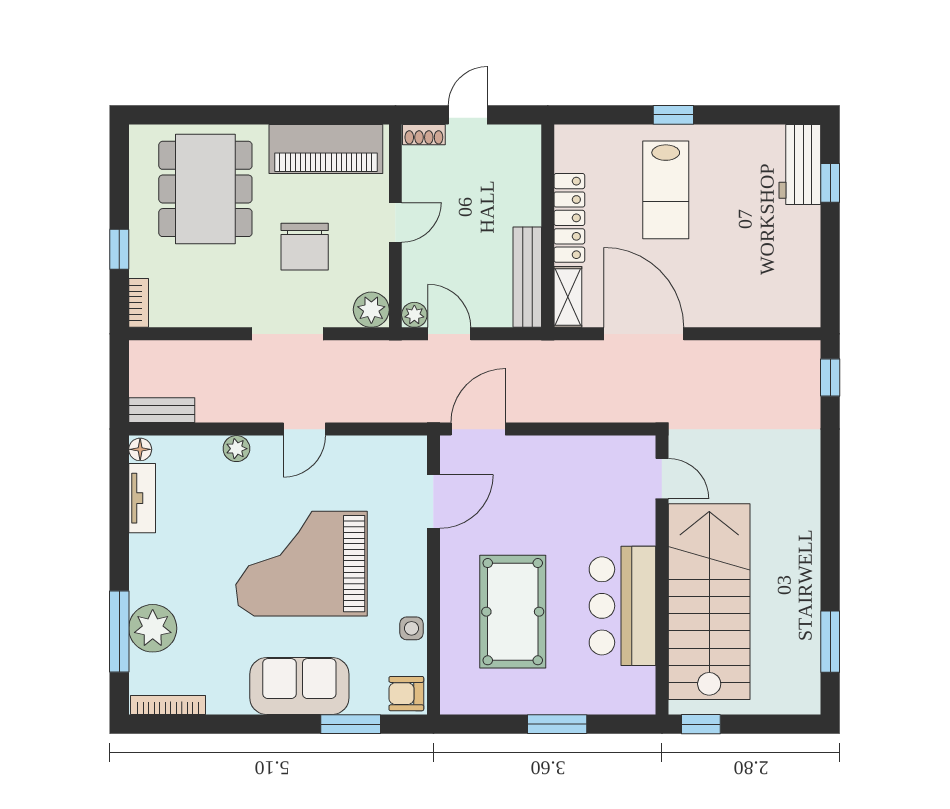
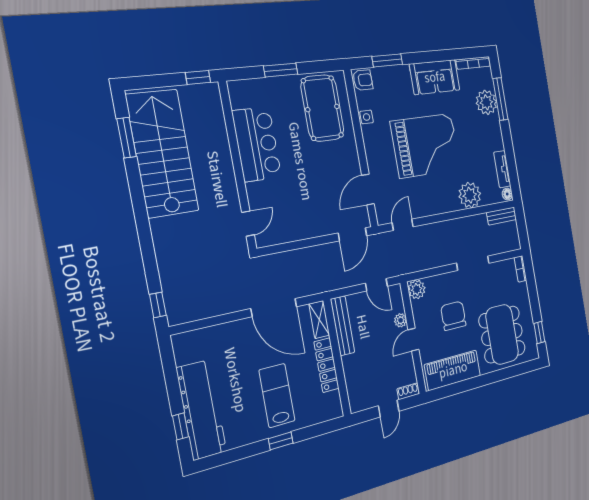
workbench: (800, 165) -> (201, 410), width x1.88, depth x1.32
window: (119, 249) -> (539, 333), moved
plant: (414, 315) -> (401, 320), moved
doorway: (287, 334) -> (473, 263), moved
door: (304, 429) -> (403, 225), moved
plant: (236, 449) -> (470, 195), width x1.88, depth x1.88
door: (662, 479) -> (248, 224), swing flipped
stairs: (709, 602) -> (162, 153), moved, turned 180
pool table: (513, 612) -> (322, 108), moved
sofa: (299, 686) -> (435, 77), moved

